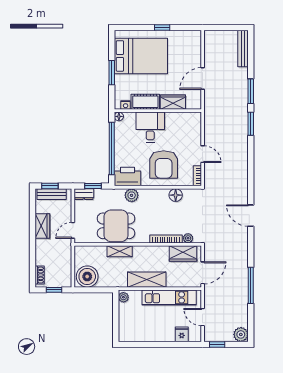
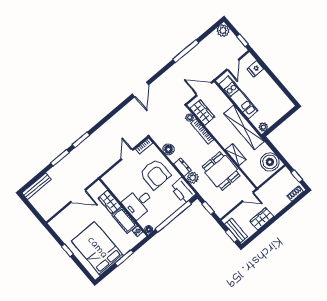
armchair: (164, 165) -> (155, 174), turned 90
dresser: (84, 194) -> (182, 167), moved
shelving: (147, 280) -> (244, 127), width x1.47

